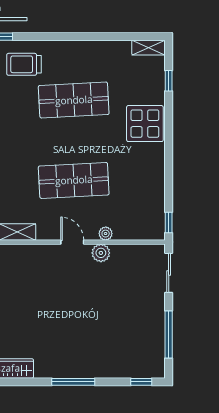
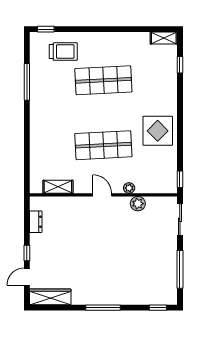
trolley: (24, 64) -> (63, 52), turned 180
display table: (145, 124) -> (158, 131), moved
plant: (101, 253) -> (138, 204), moved

